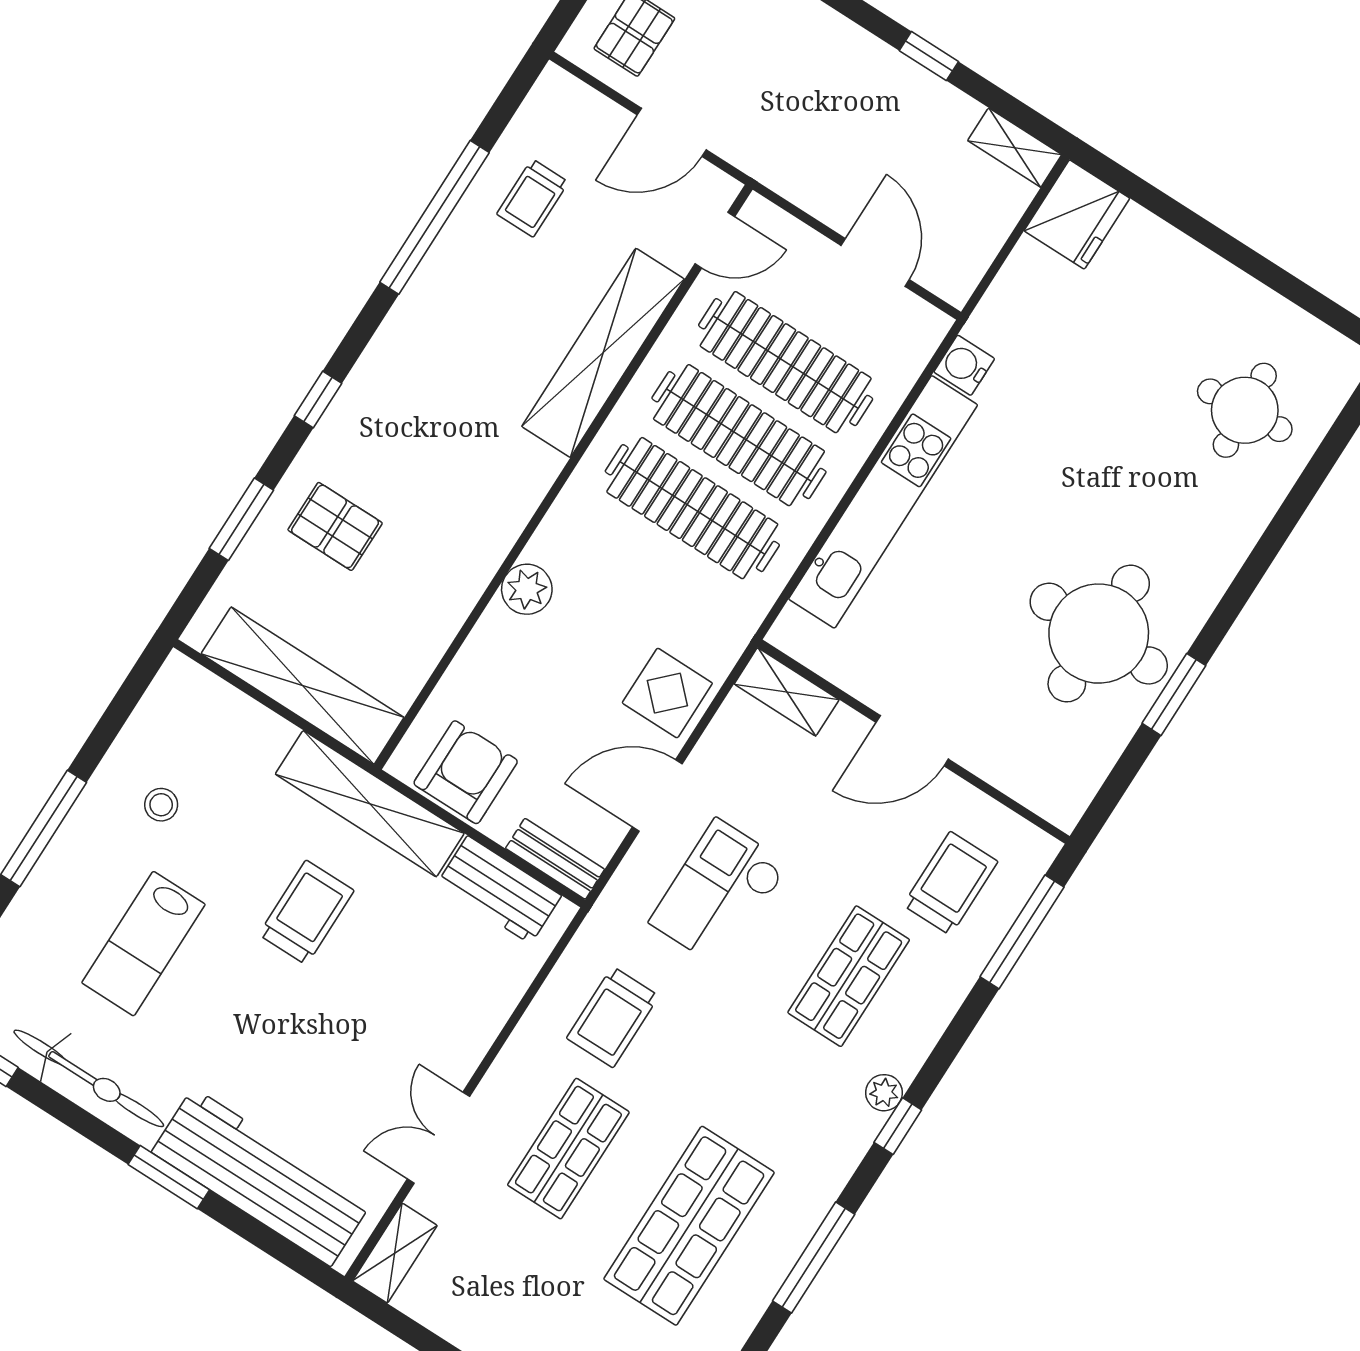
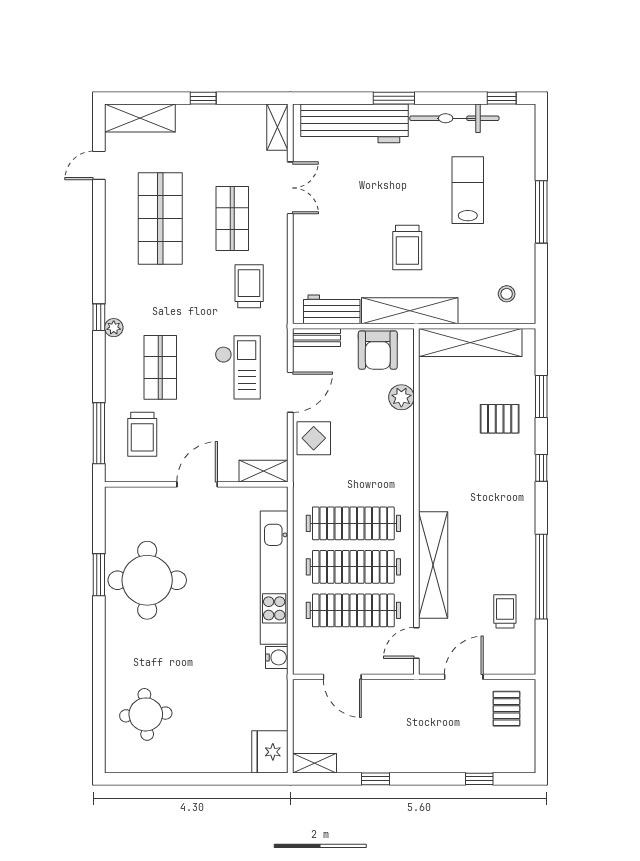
plant: (527, 589) -> (401, 397), moved
stool: (161, 805) -> (507, 294), moved
window: (814, 1258) -> (99, 239), removed

